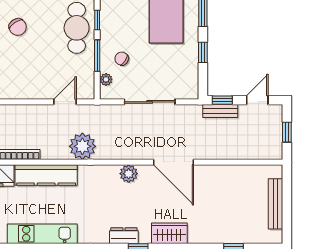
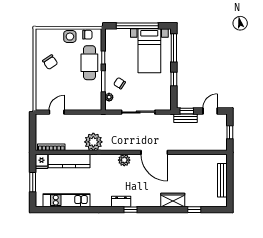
door: (65, 102) -> (57, 112), moved
wardrobe: (169, 233) -> (173, 200), moved

